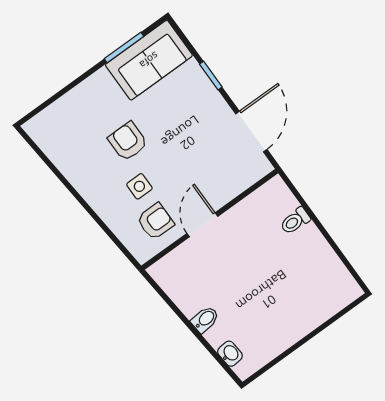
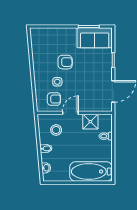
armchair: (128, 141) -> (65, 62), turned 90
shower: (249, 215) -> (90, 122), added
stool: (199, 274) -> (56, 130), added
bathtub: (315, 303) -> (91, 172), added

